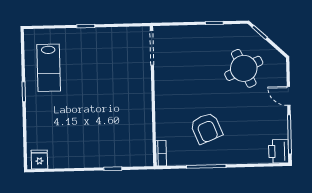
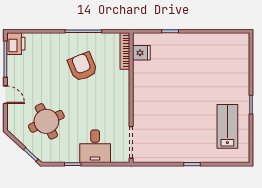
desk: (191, 43) -> (95, 146), added
bookcase: (161, 153) -> (125, 51), width x1.56
fridge: (39, 159) -> (141, 53), moved, turned -90

